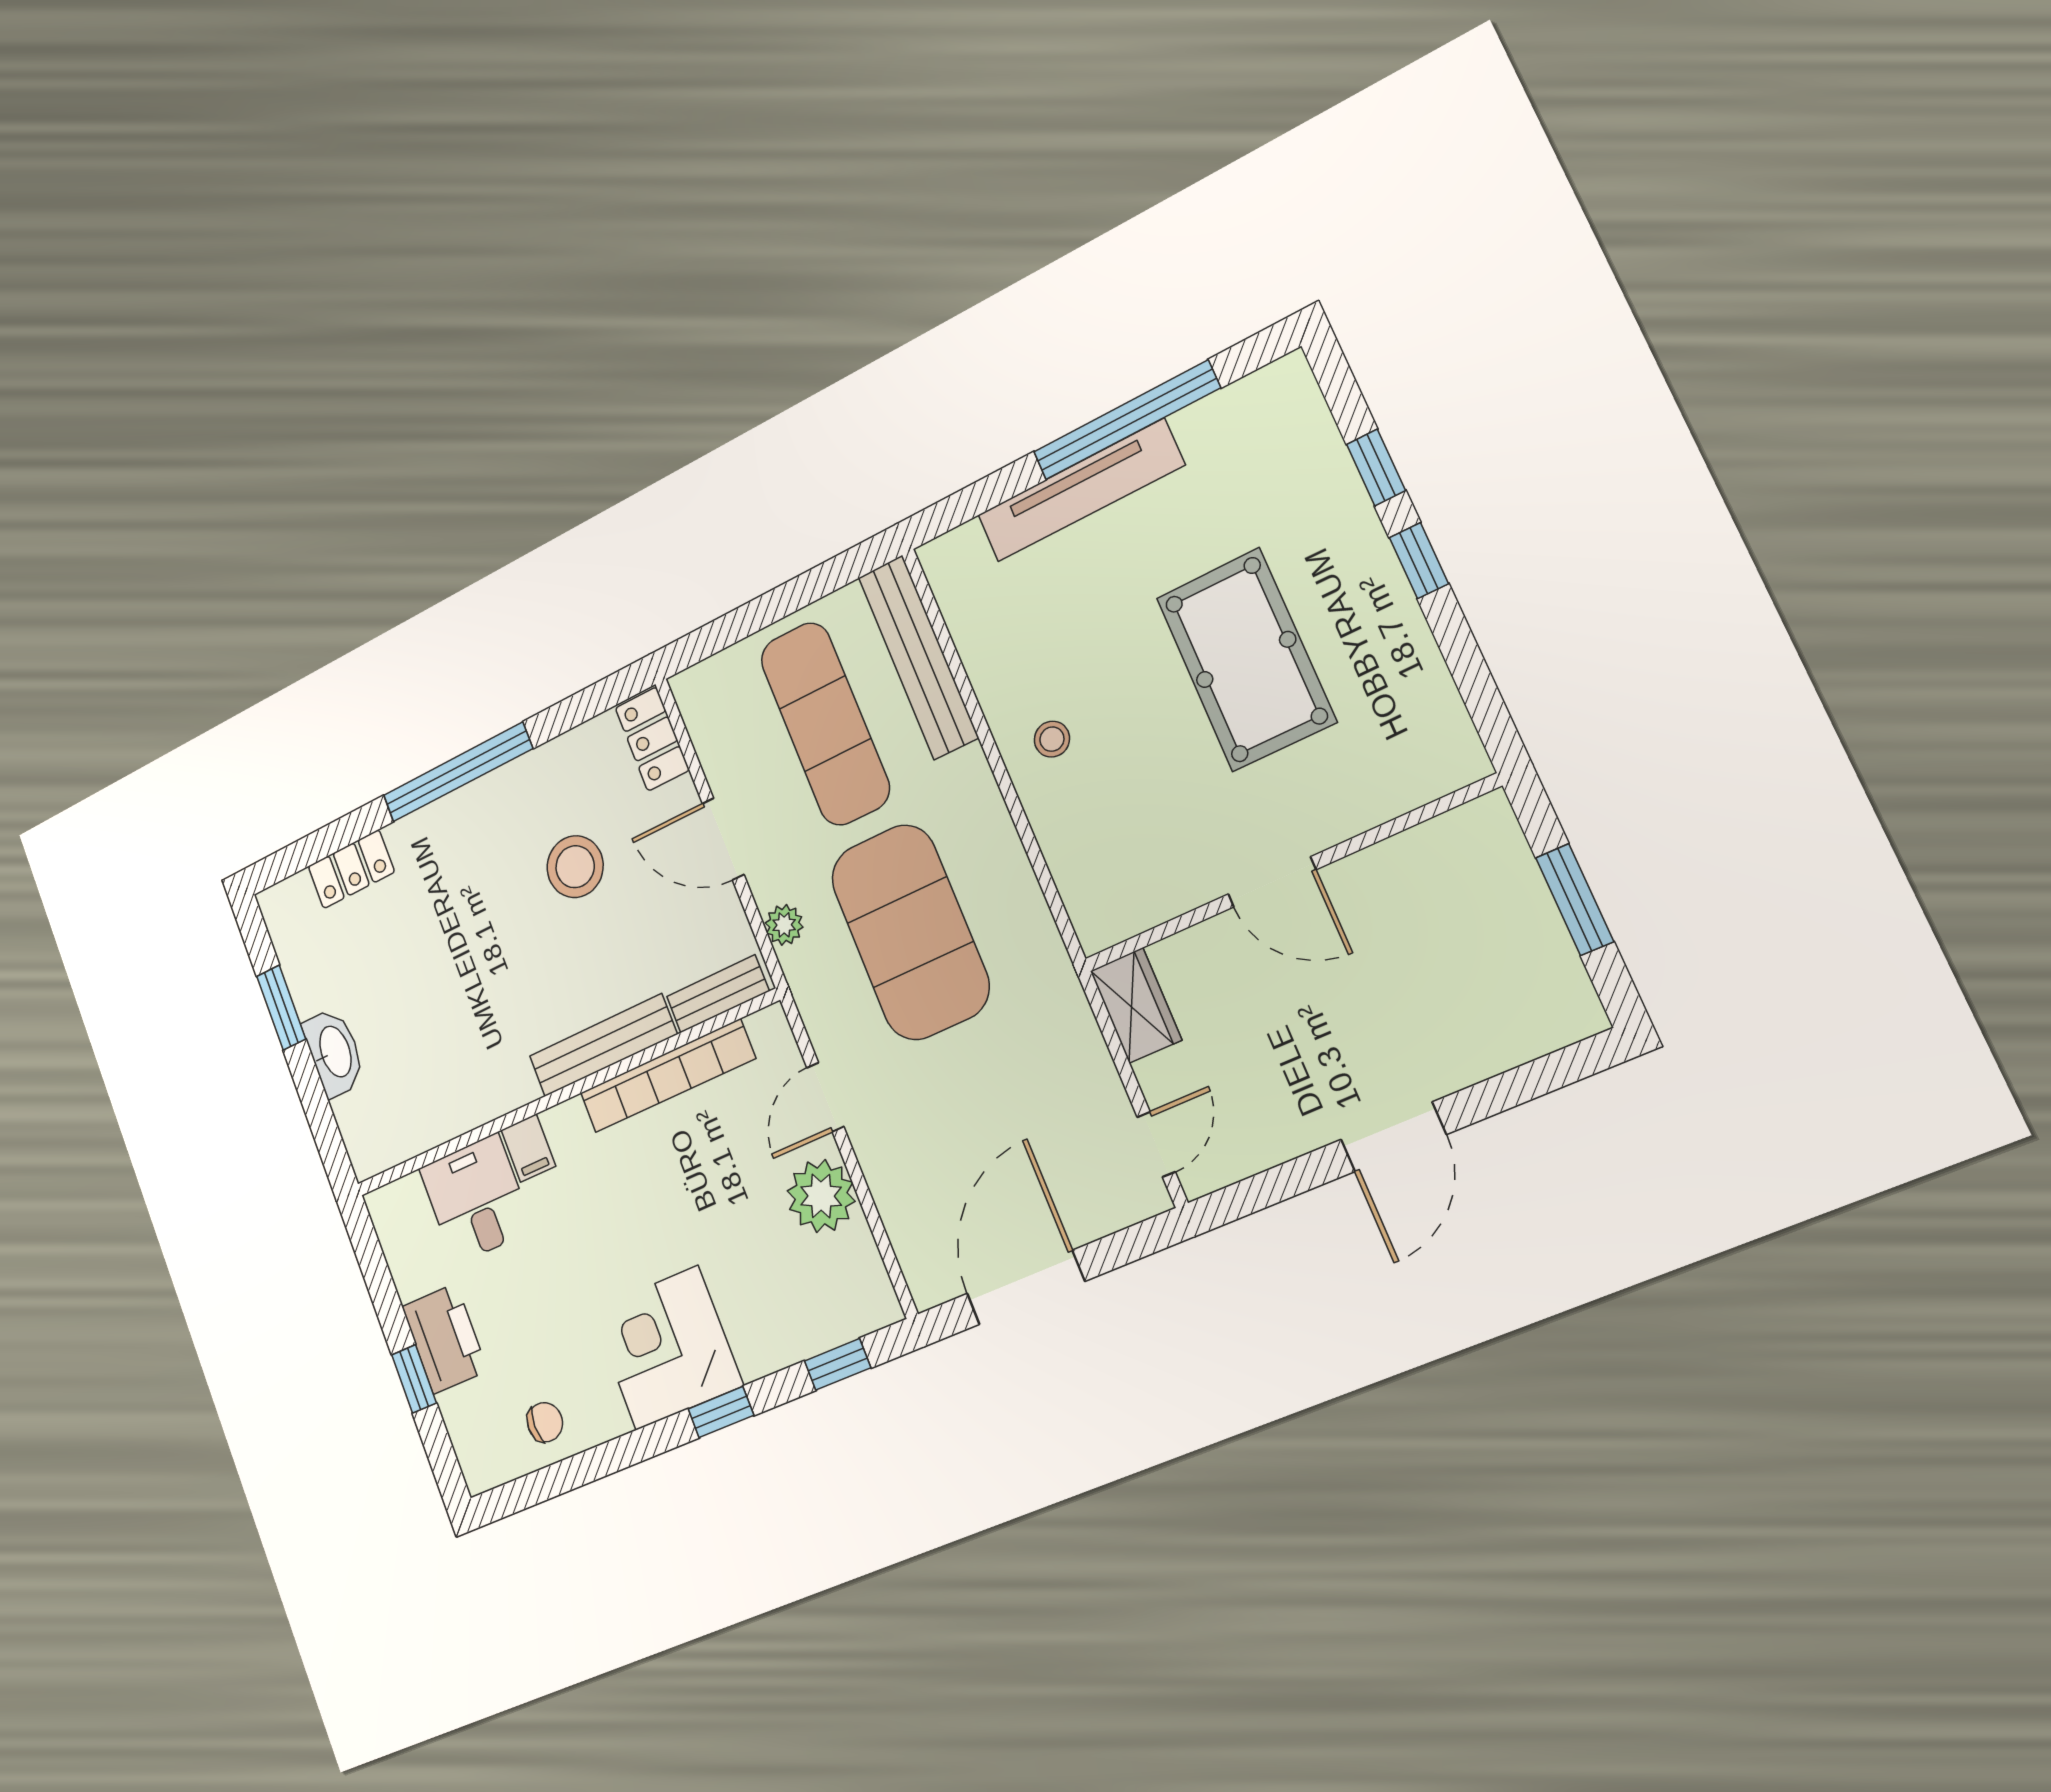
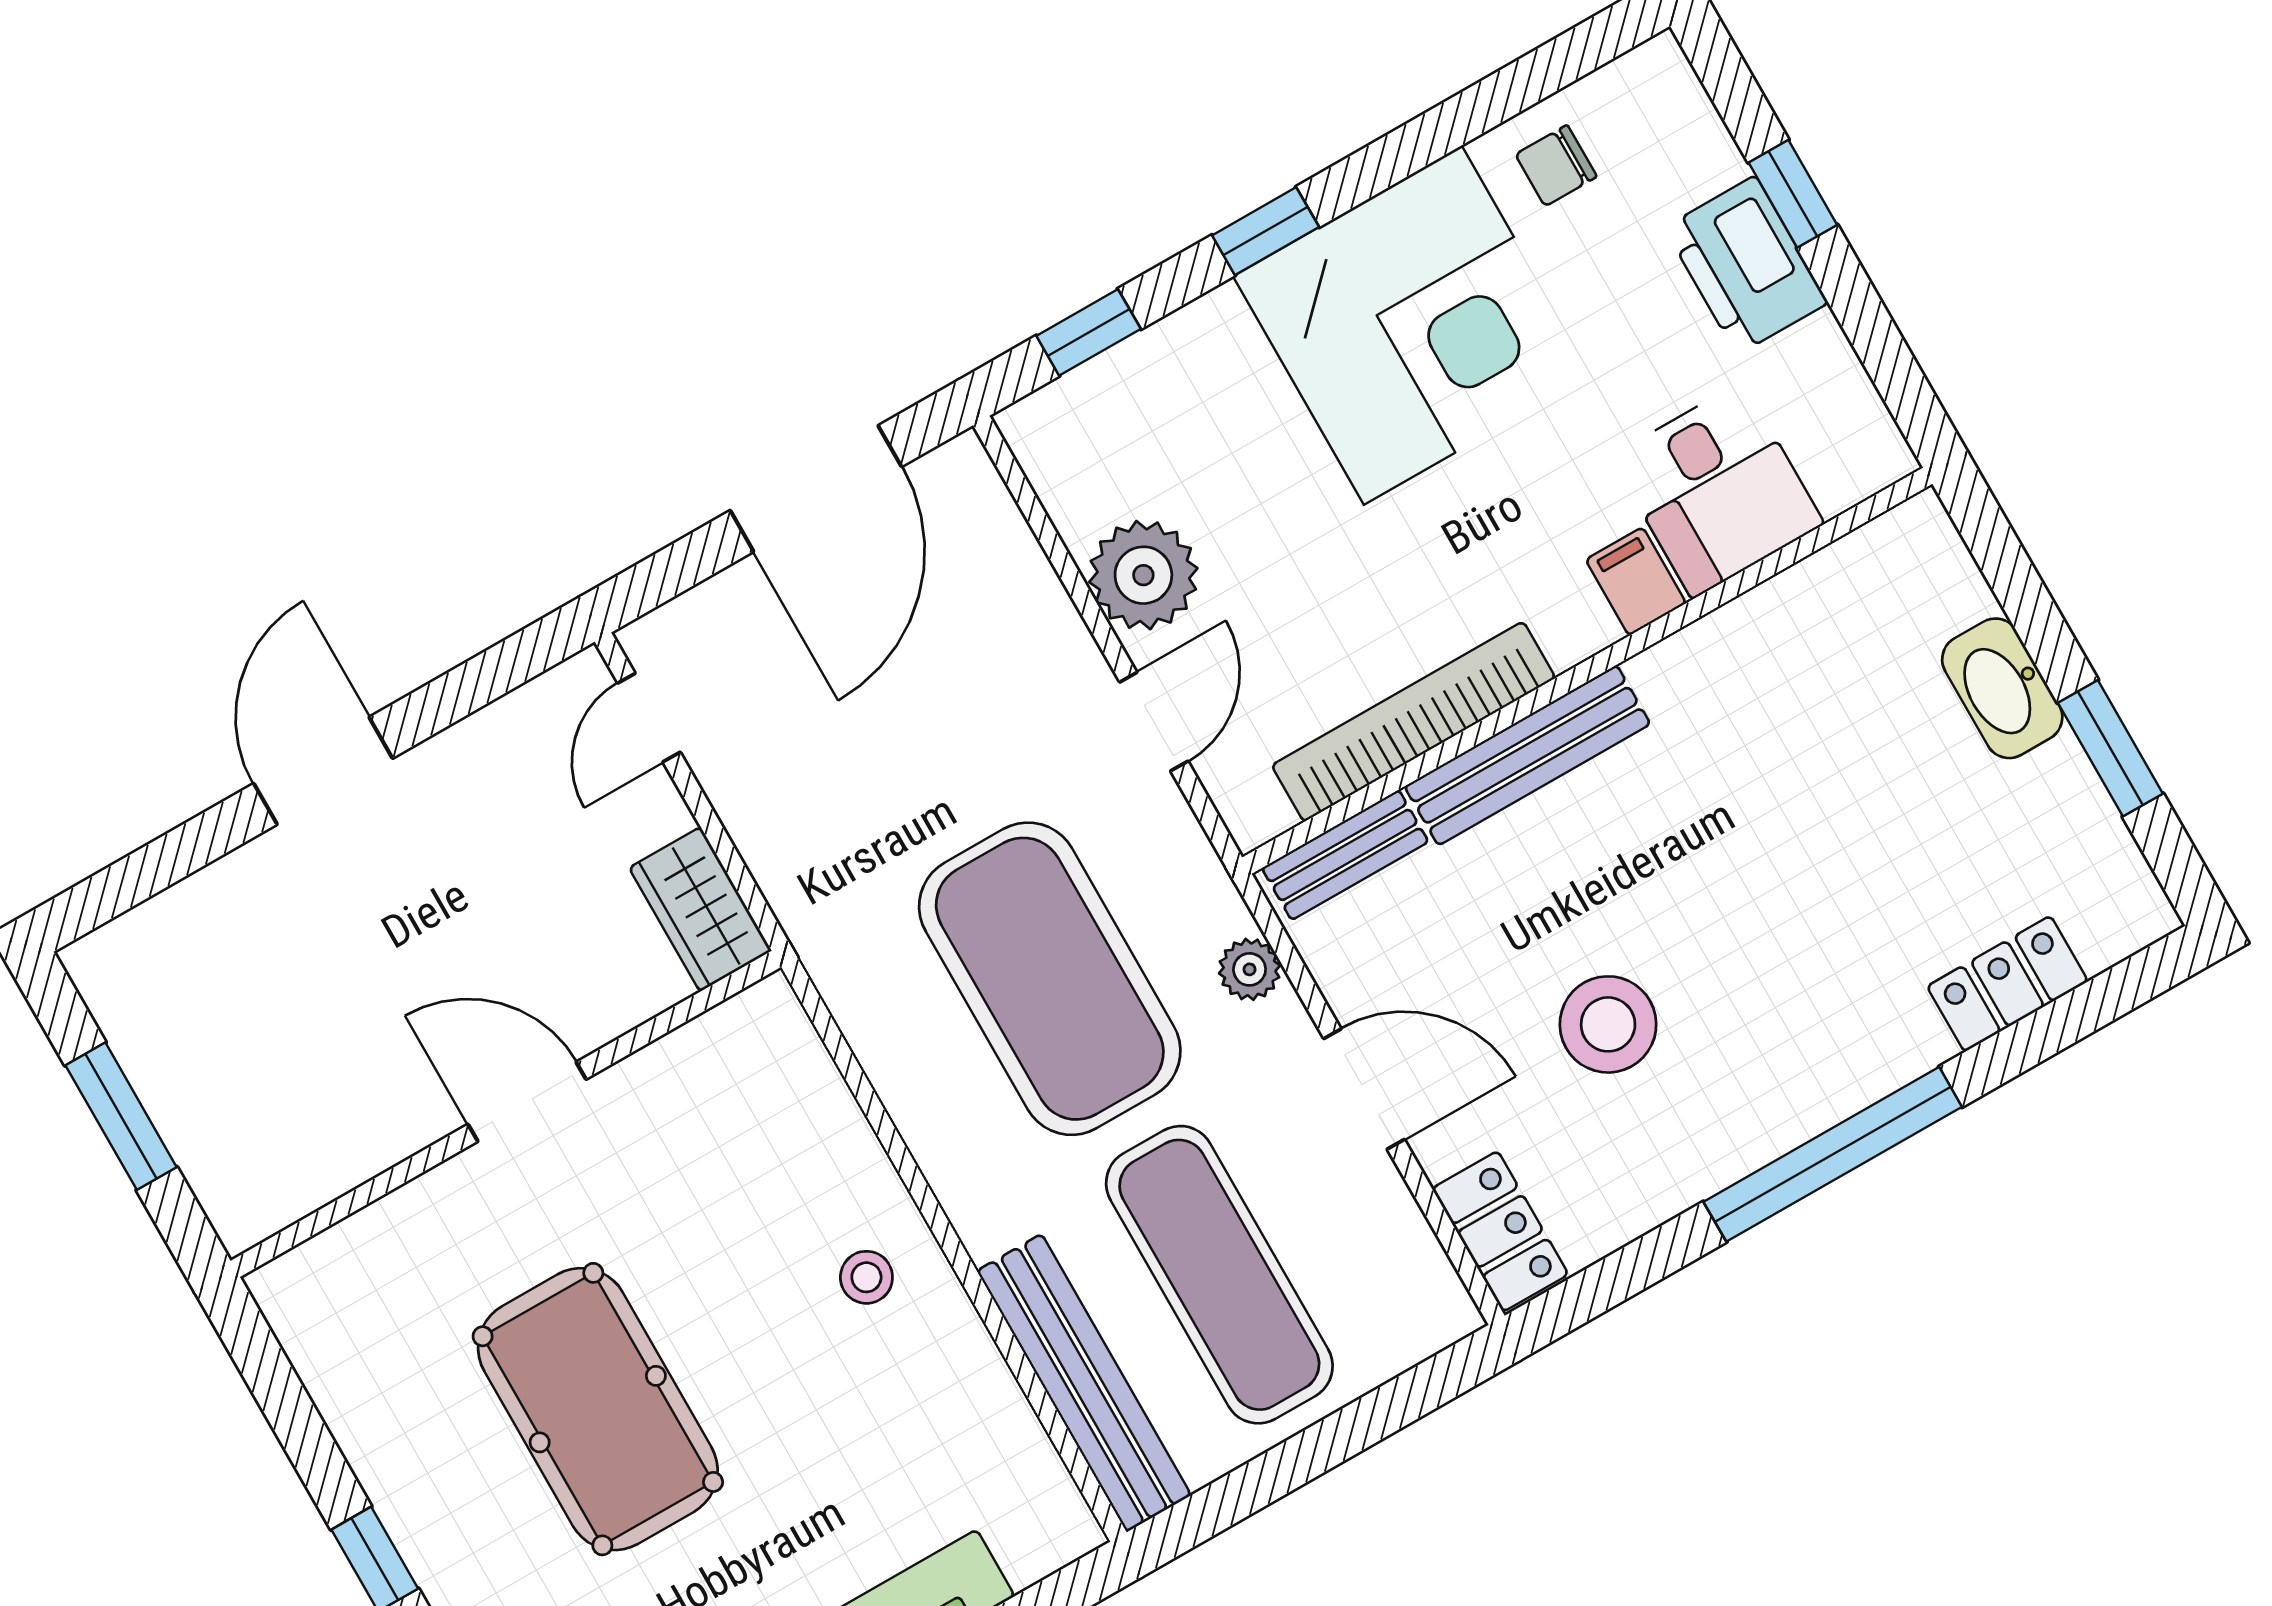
corner desk: (667, 1348) -> (1413, 325), width x1.36, depth x1.36

